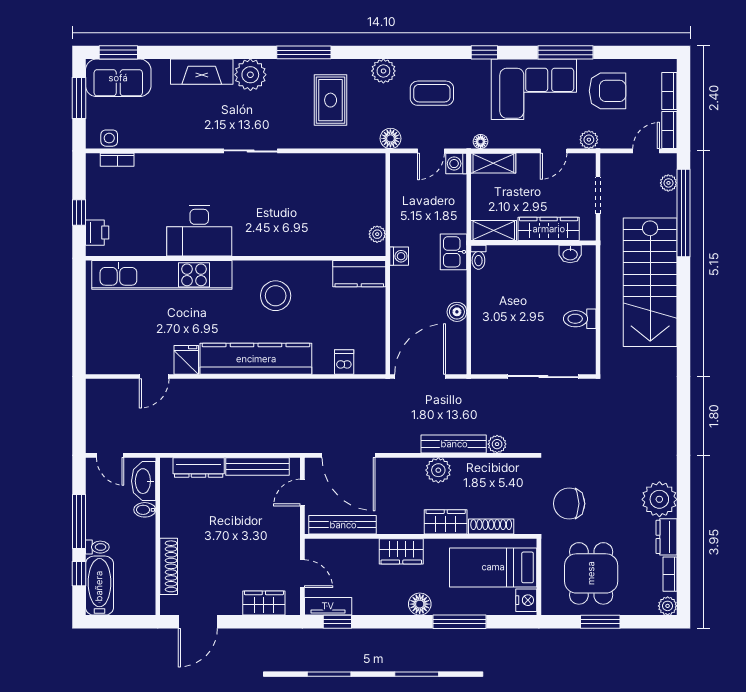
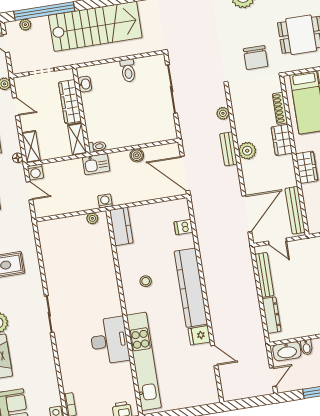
floor lamp: (390, 138) -> (25, 220), removed
stool: (276, 296) -> (146, 281), width x0.53, depth x0.53
bench: (454, 444) -> (229, 149), width x0.73

